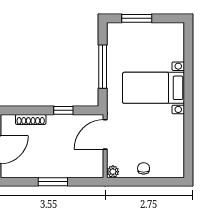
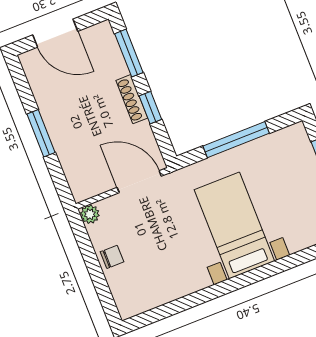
window: (26, 110) -> (129, 53), added
shoe rack: (31, 119) -> (132, 99), moved

